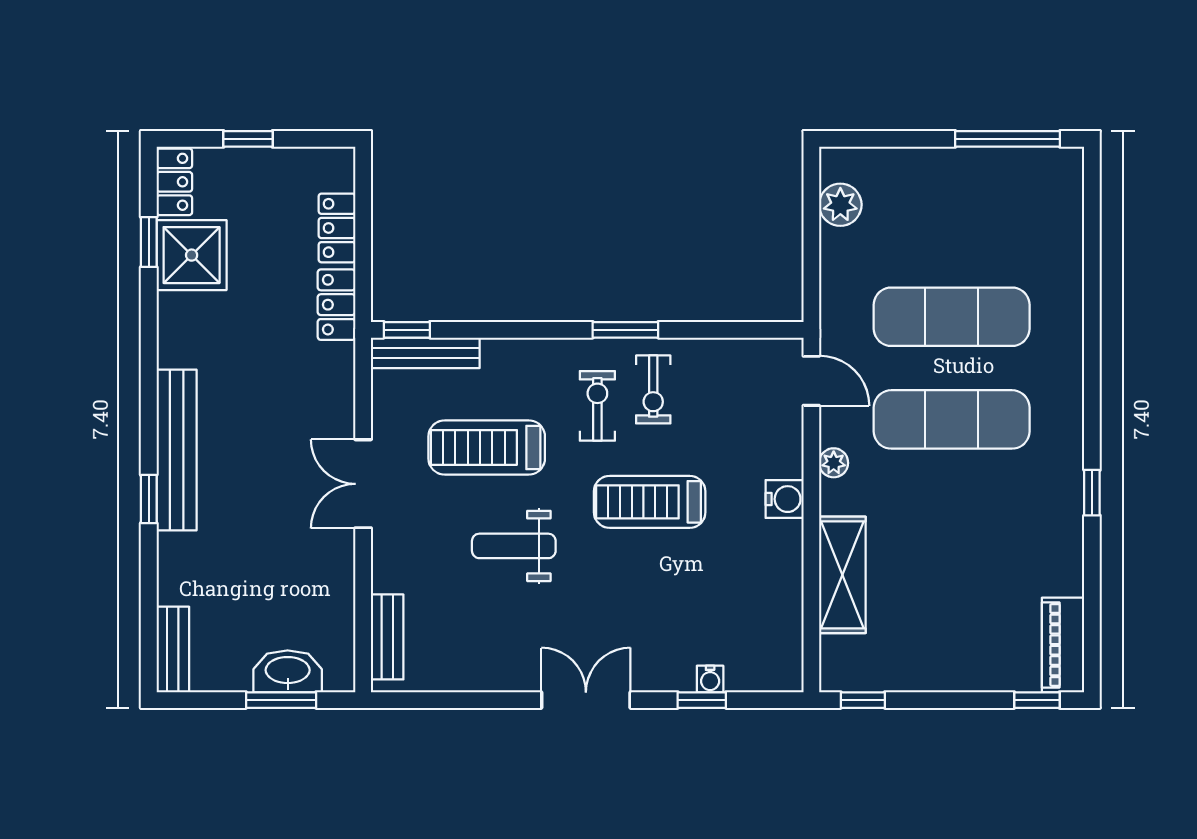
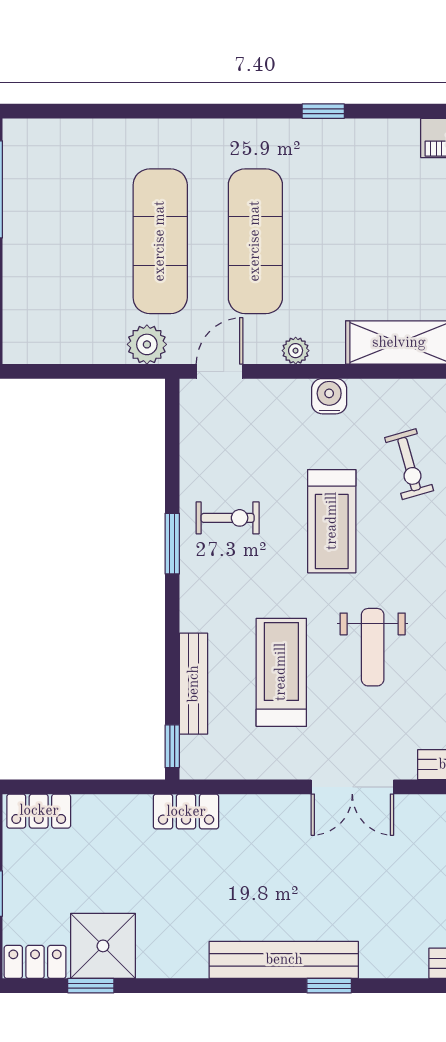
plant: (840, 205) -> (147, 344), moved
locker: (337, 228) -> (39, 811), moved
locker: (337, 305) -> (186, 812), moved
bench: (425, 353) -> (194, 684), moved
exercise bike: (597, 406) -> (409, 464), moved, turned -106
treadmill: (487, 447) -> (281, 672), turned 180
double door: (363, 484) -> (352, 787), moved

